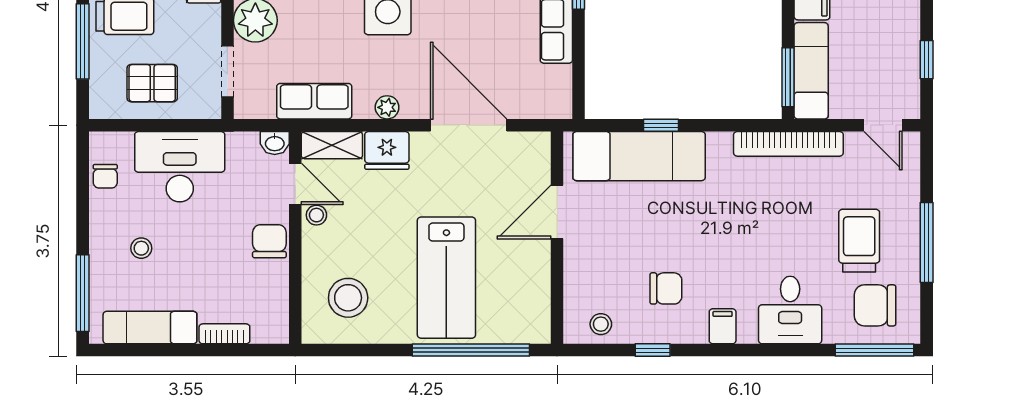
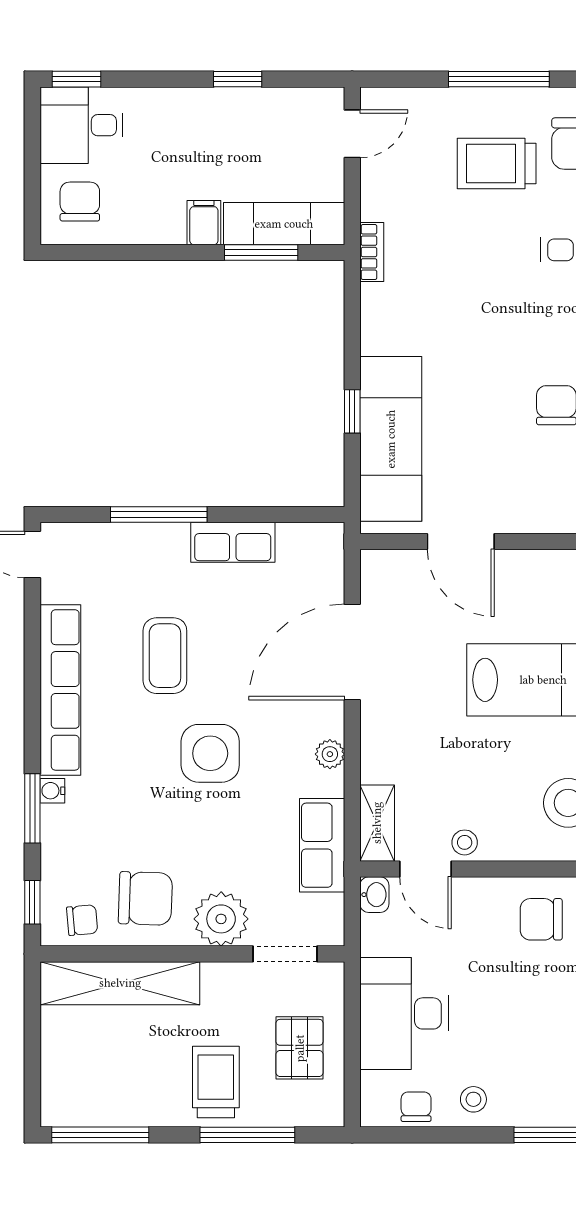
window: (927, 60) -> (238, 79), moved
window: (788, 77) -> (261, 252), moved
bookcase: (788, 144) -> (372, 252), width x0.43, depth x0.76
fridge: (387, 150) -> (384, 754), removed
chair: (105, 176) -> (416, 1107), turned -90
door: (295, 184) -> (425, 869), swing flipped
chair: (269, 241) -> (541, 919), moved
stool: (141, 248) -> (473, 1099), moved

